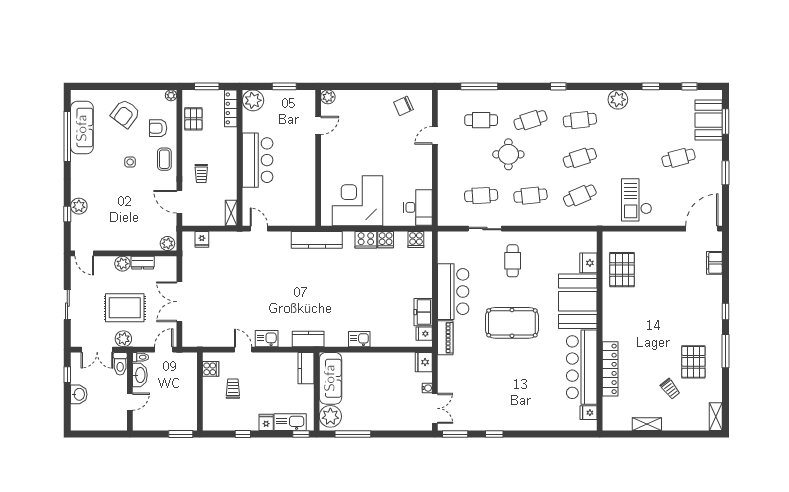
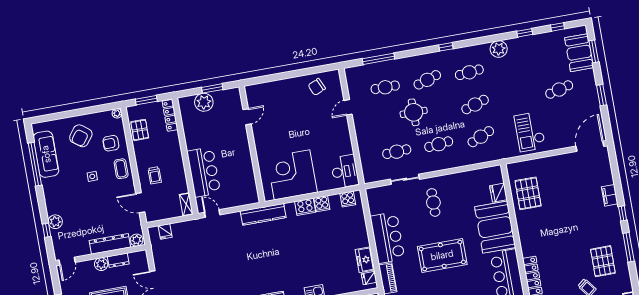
plant: (328, 97) -> (251, 91), removed
plant: (253, 100) -> (204, 102), moved
bar counter: (258, 160) -> (204, 172), moved
dresser: (136, 242) -> (110, 244), added
door: (84, 253) -> (67, 261), hinge flipped
filing cabinet: (714, 263) -> (610, 195), moved

